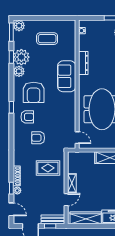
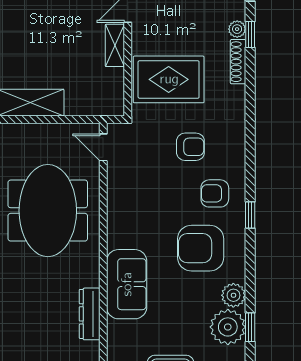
armchair: (34, 92) -> (201, 248), turned -90
rug: (48, 168) -> (169, 79), width x1.36, depth x1.43

